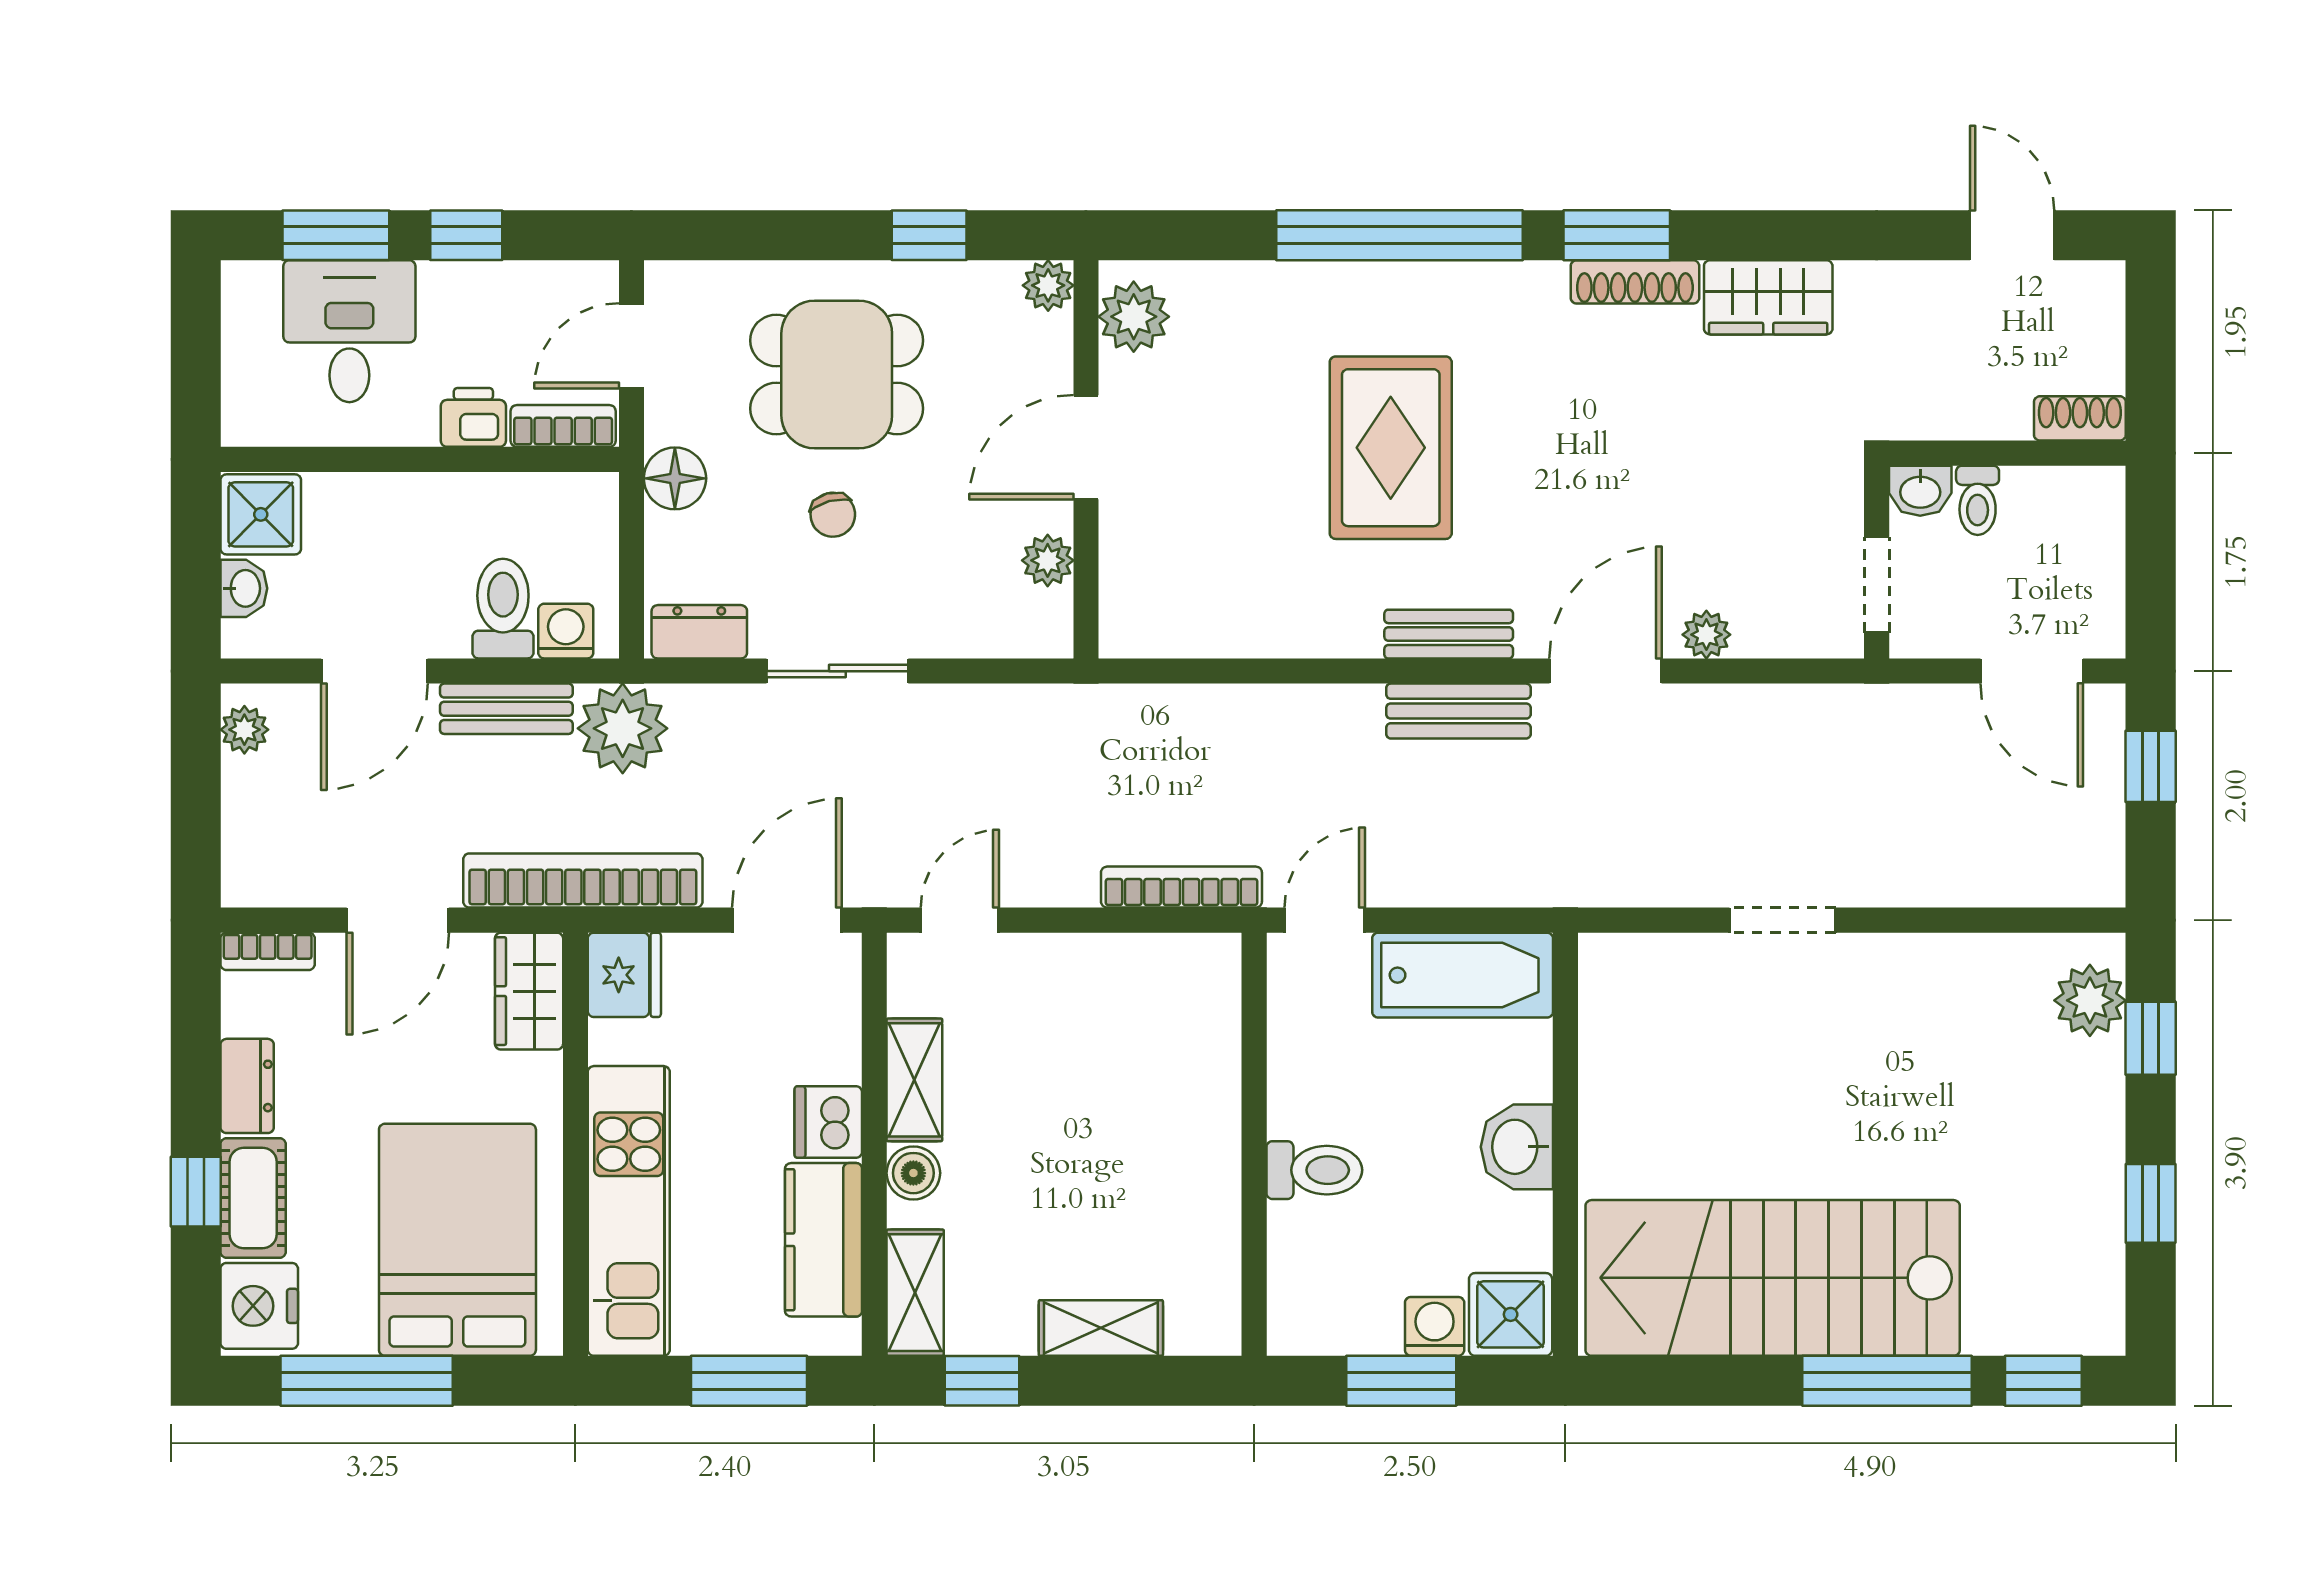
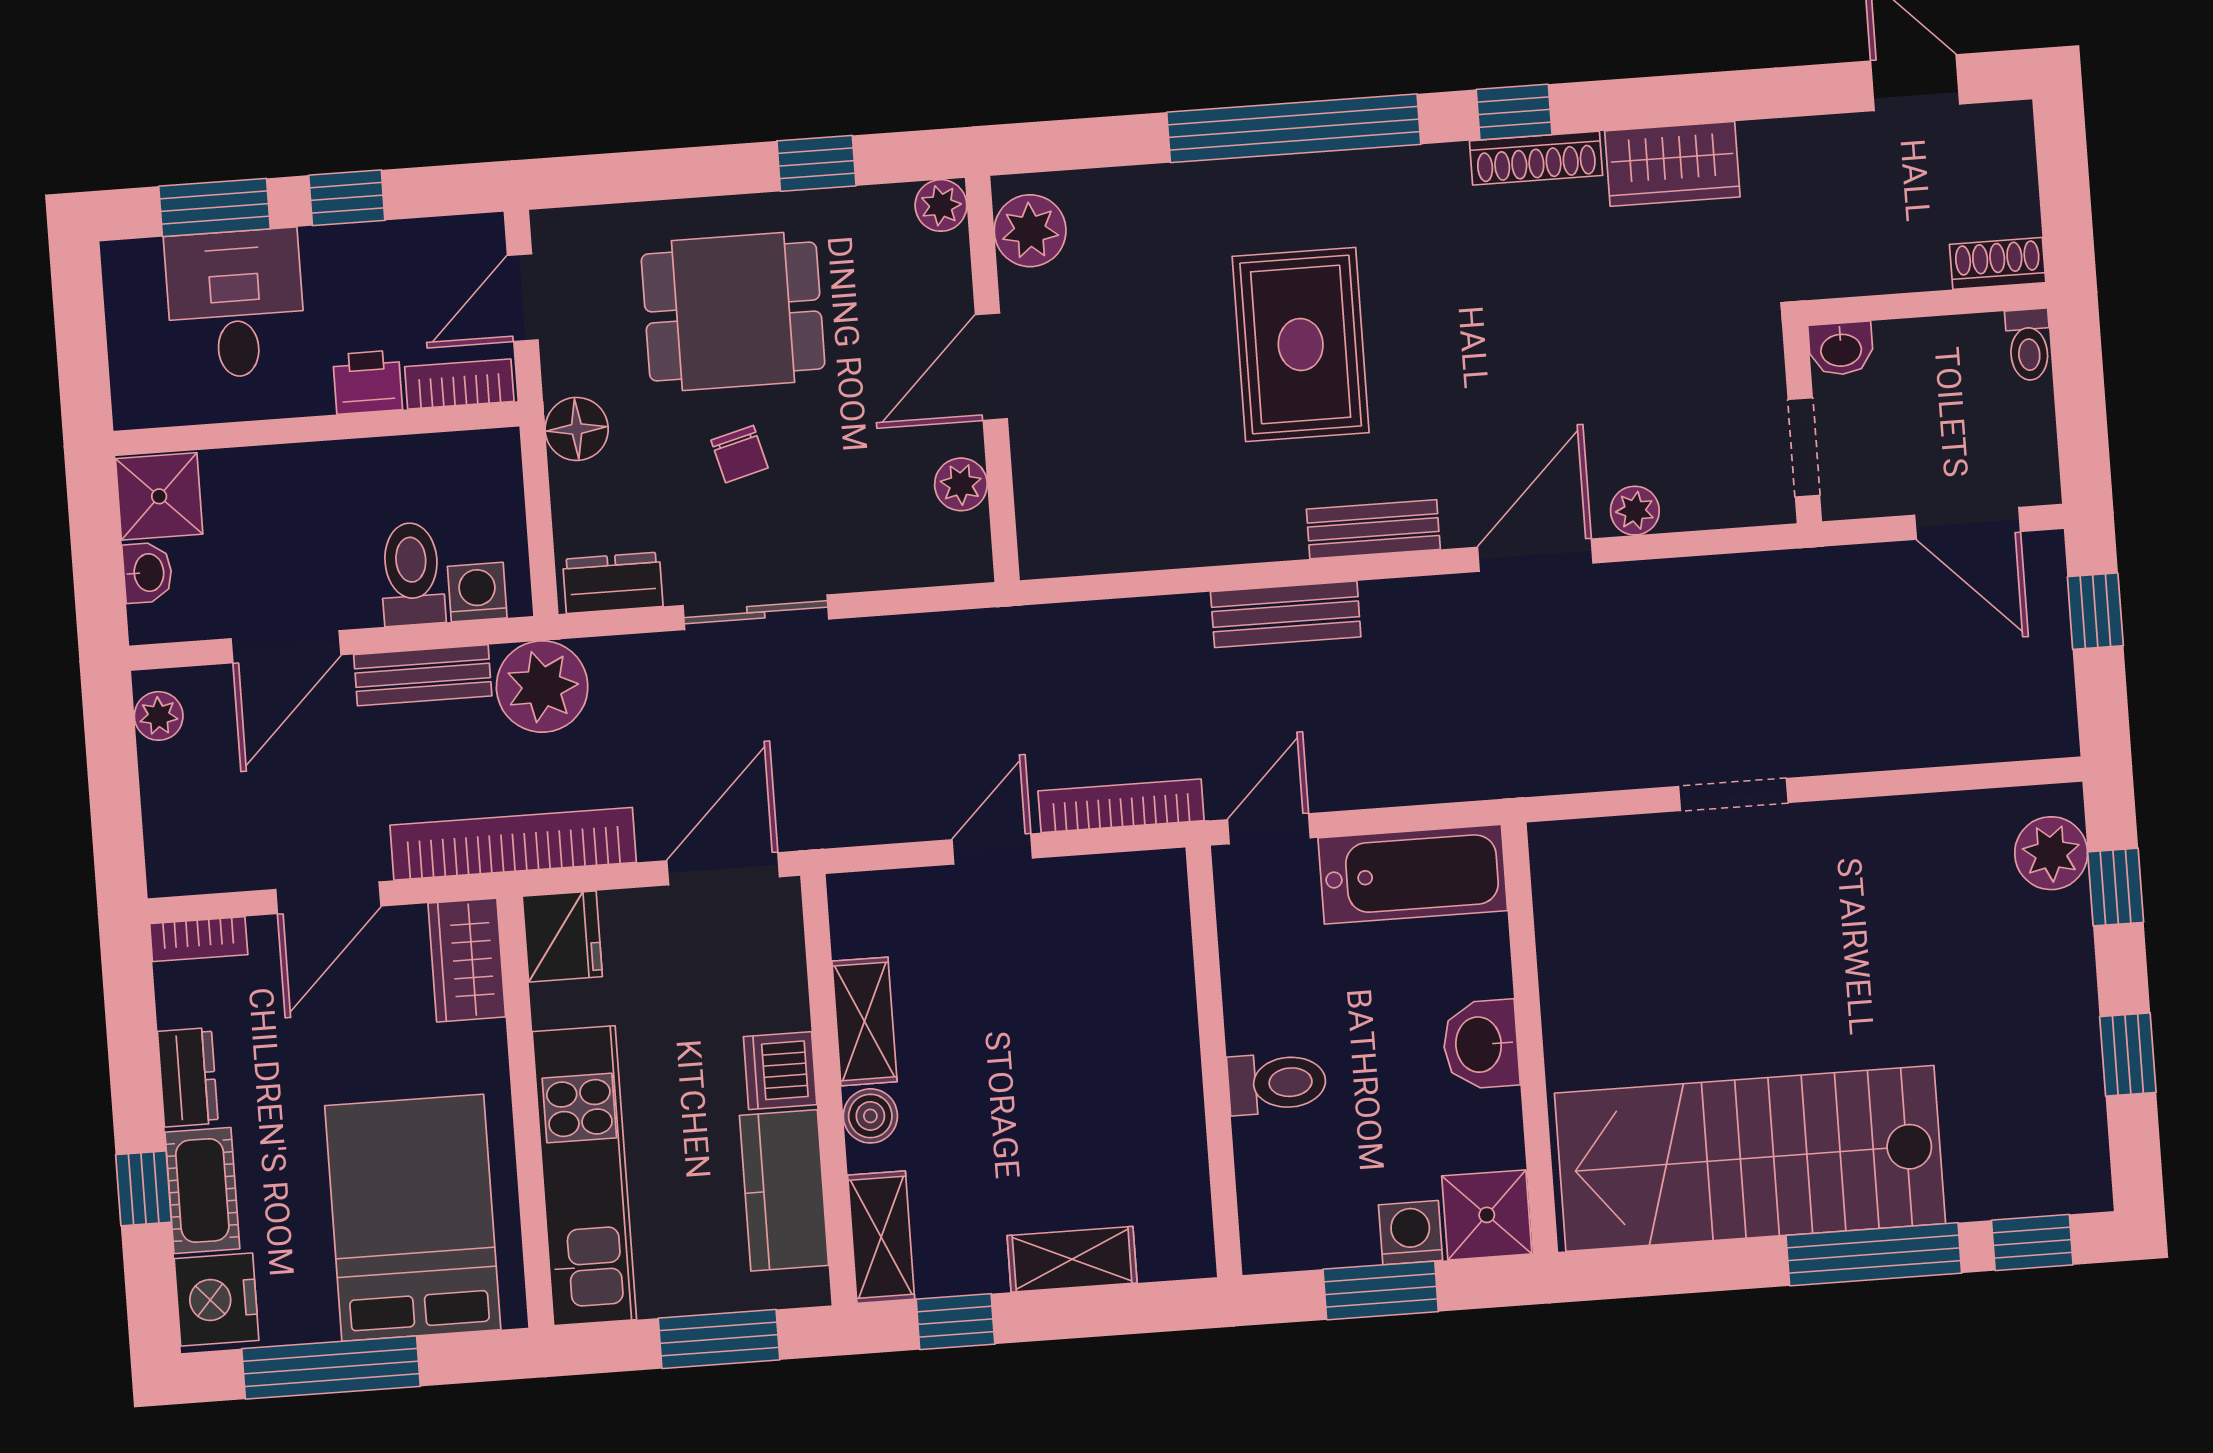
window: (1617, 235) -> (1514, 112), width x0.67
toilet: (1978, 500) -> (2029, 345), moved
bench: (1458, 711) -> (1286, 614), moved
door: (960, 920) -> (992, 849), moved

